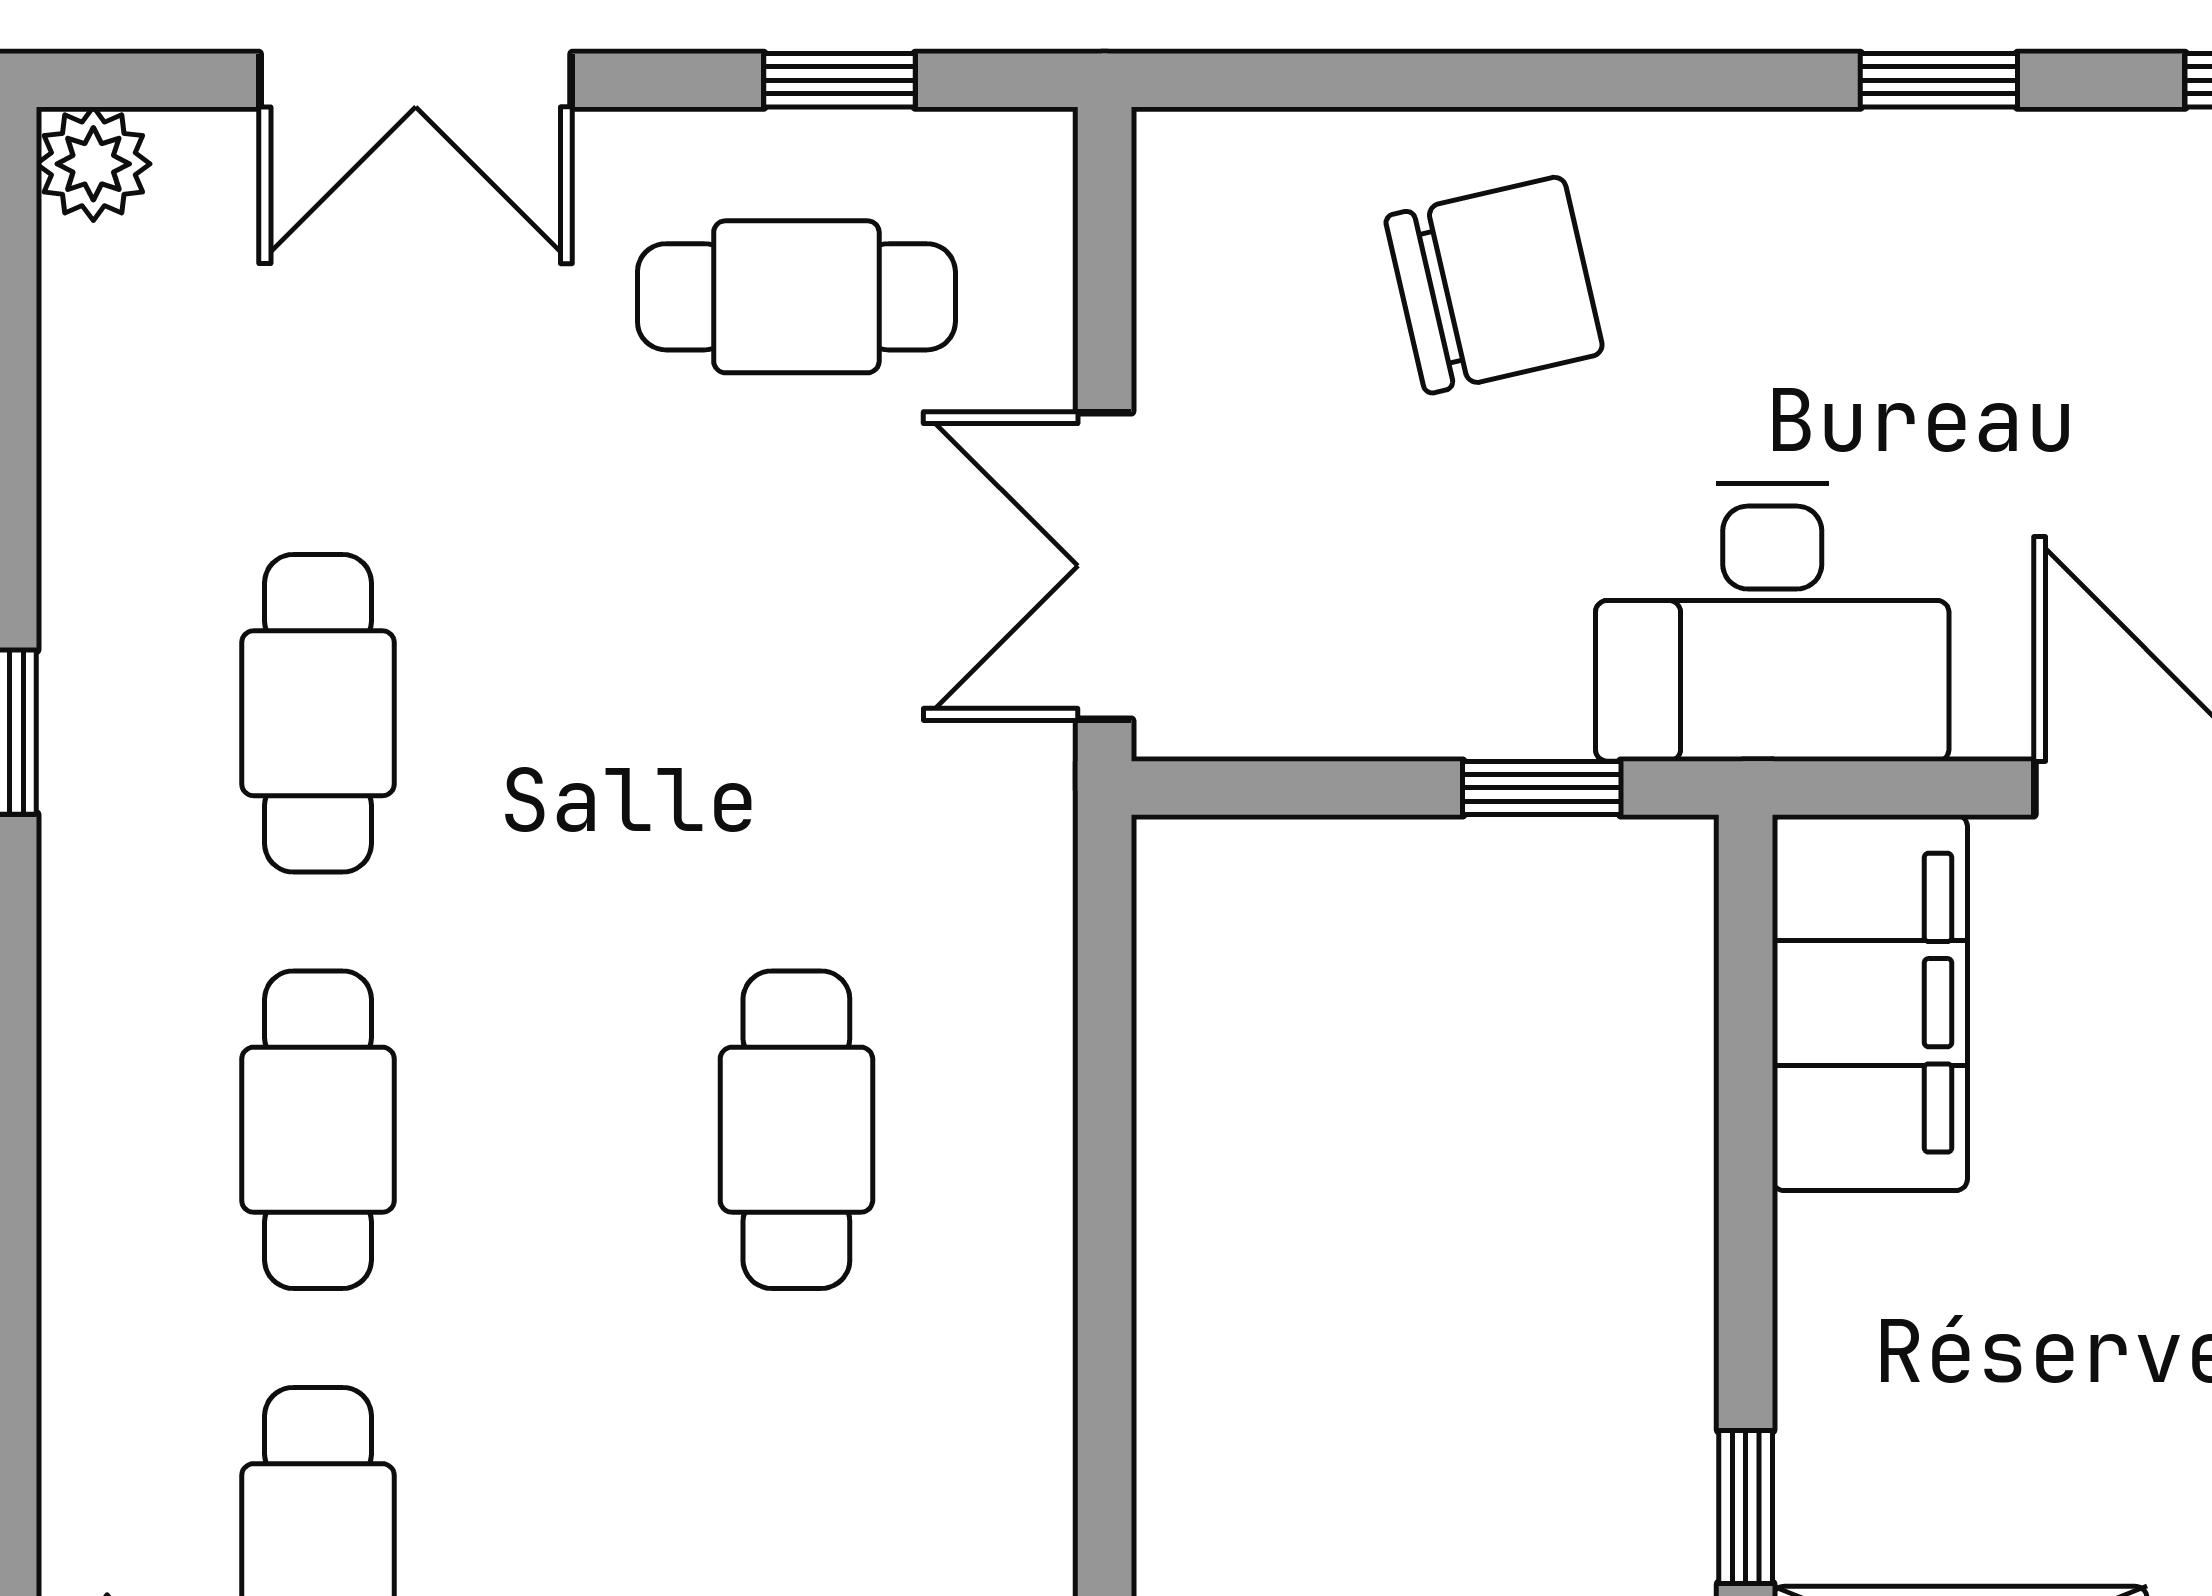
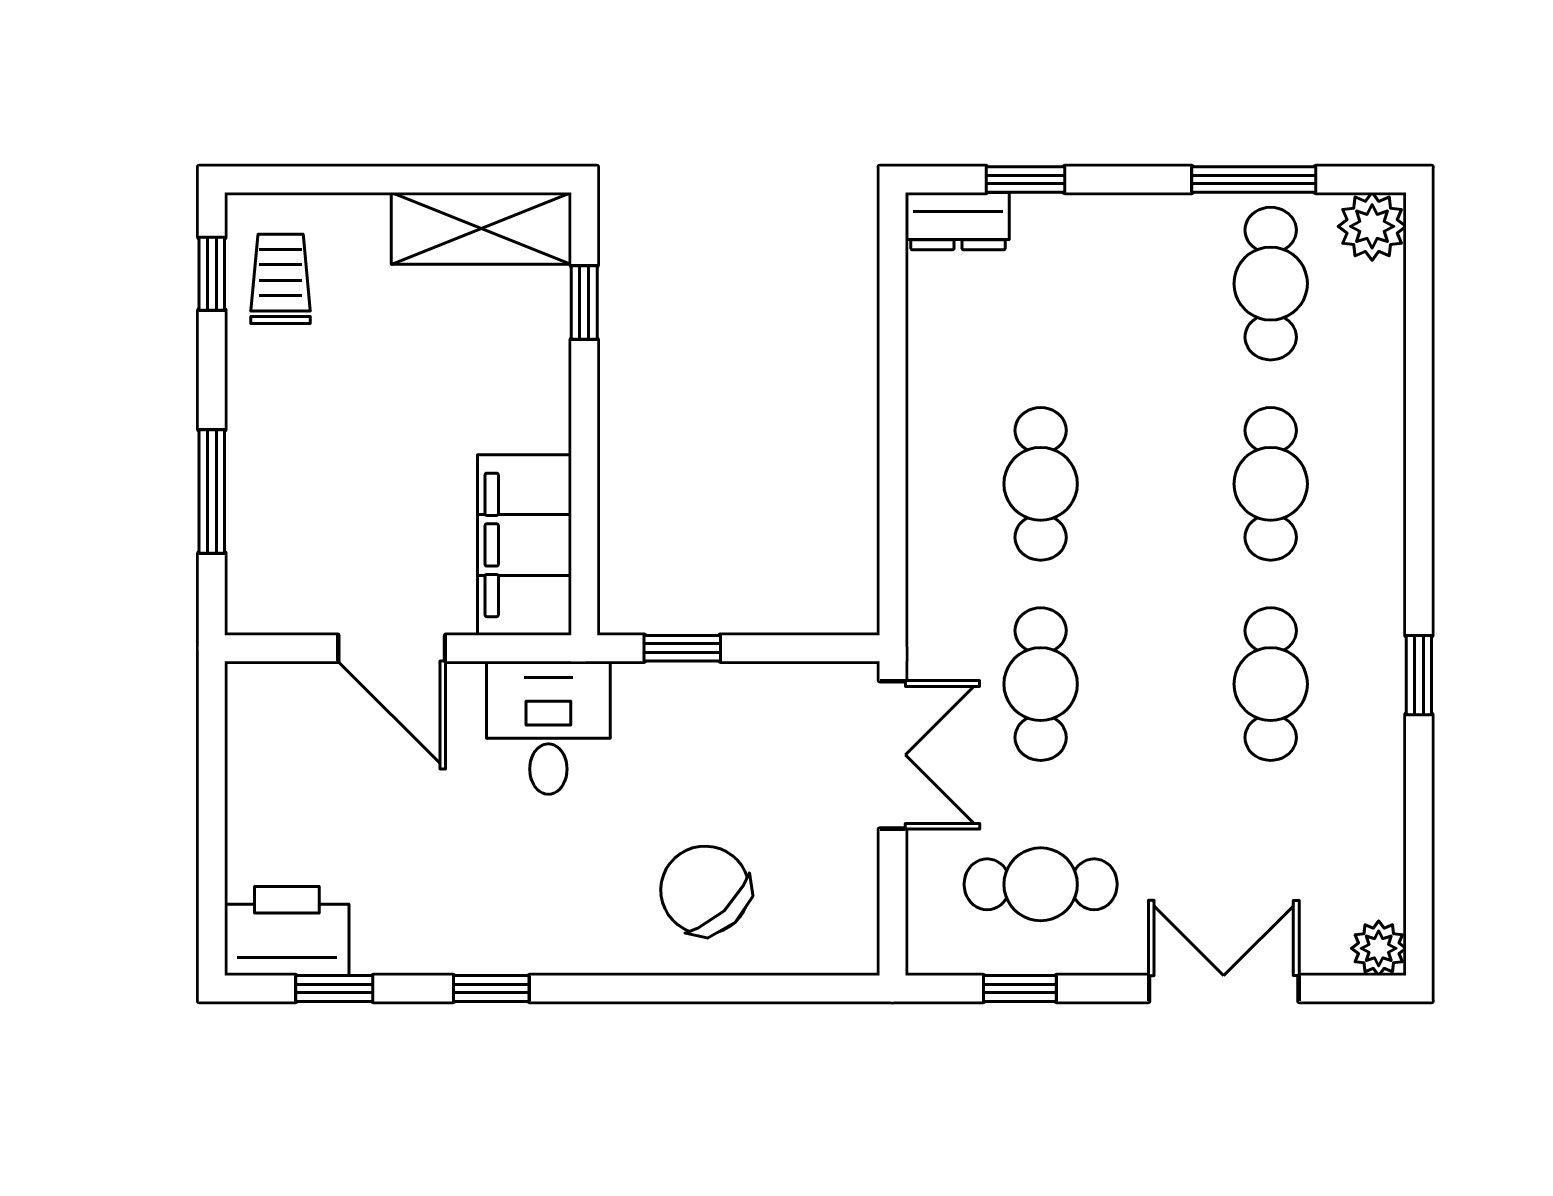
chair: (1494, 285) -> (705, 890), turned 60
desk: (1772, 623) -> (548, 728), width x0.73
cafe table: (796, 713) -> (1041, 684), added

